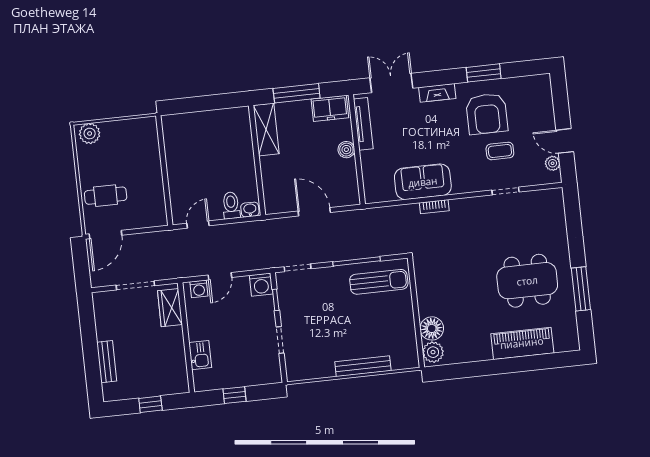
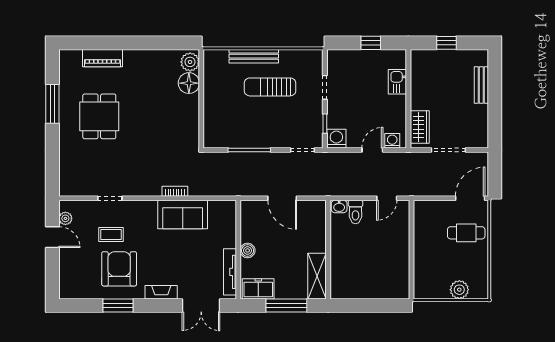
plant: (90, 133) -> (459, 290), moved
dining table: (527, 281) -> (99, 116), width x0.73
sun lounger: (379, 282) -> (270, 87), moved
piano: (522, 343) -> (102, 58), width x0.73, depth x0.75

